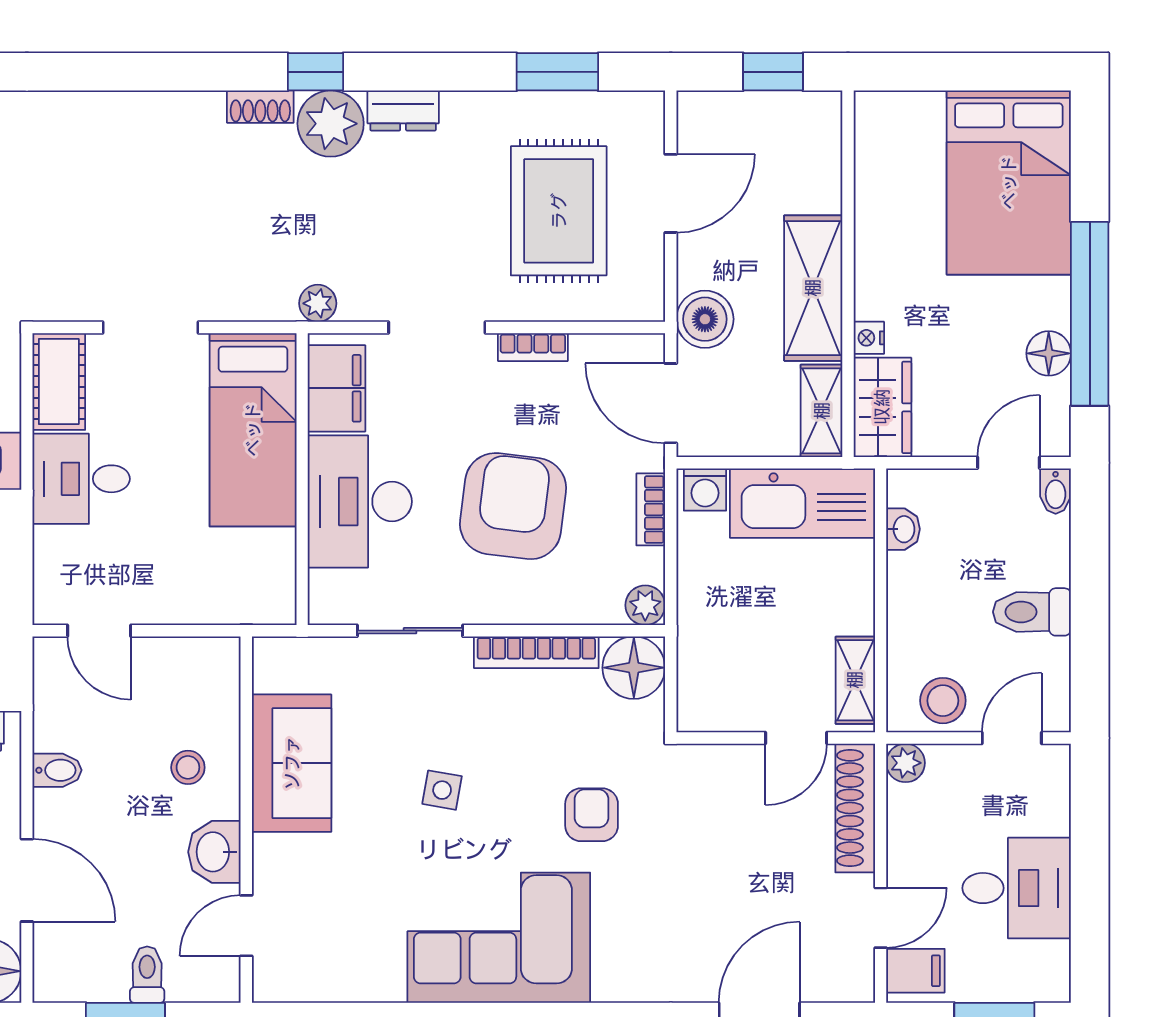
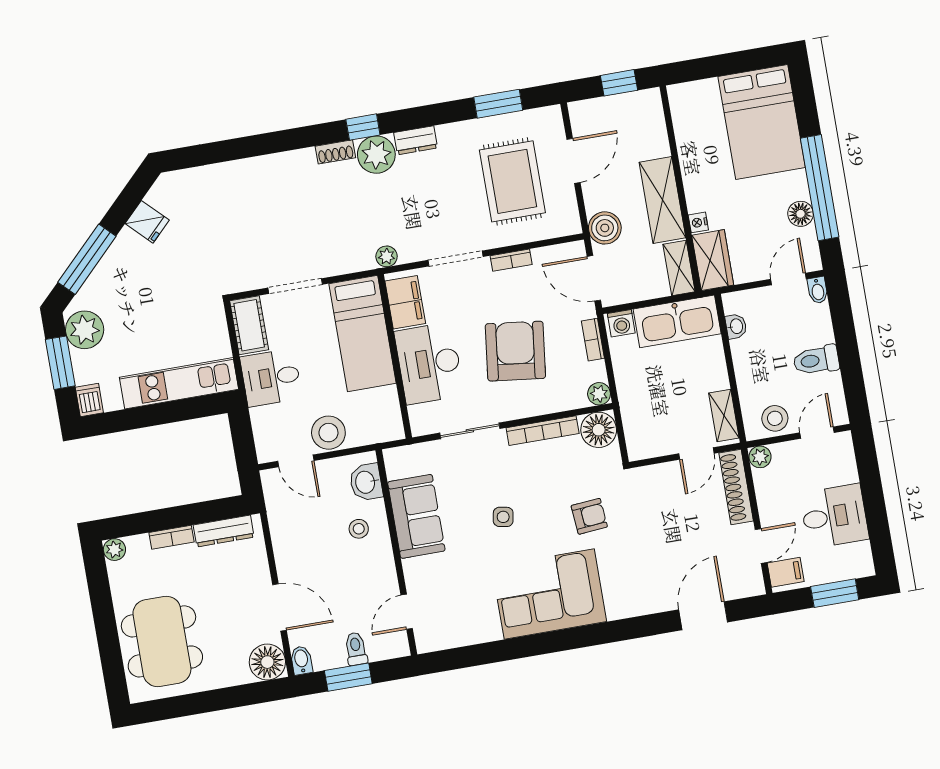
stool: (164, 592) -> (328, 433), added
bidet: (57, 770) -> (301, 660), moved, turned -90
armchair: (592, 815) -> (589, 516), turned 85
washbasin: (214, 852) -> (366, 482), moved

